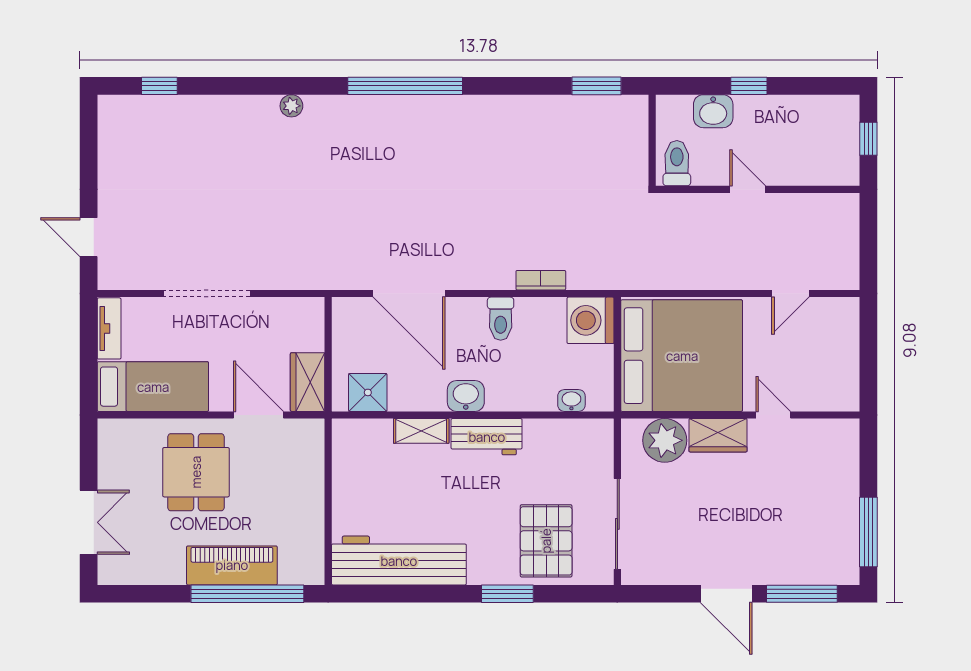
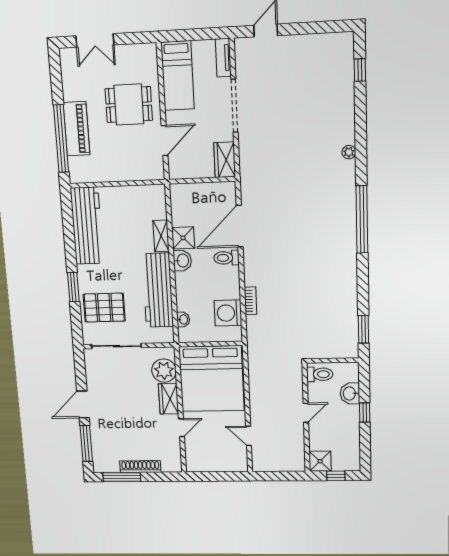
shower: (840, 166) -> (320, 461), added
toilet: (501, 319) -> (226, 258), moved
washing machine: (591, 320) -> (228, 313), moved, turned -90
tv unit: (109, 328) -> (223, 58), moved, turned 90
wardrobe: (308, 382) -> (225, 160), moved, turned -90
shower: (368, 392) -> (183, 238), moved
workbench: (487, 437) -> (158, 290), width x1.88, depth x1.32
shoe rack: (848, 496) -> (140, 467), added

